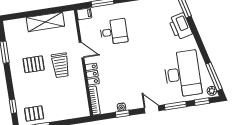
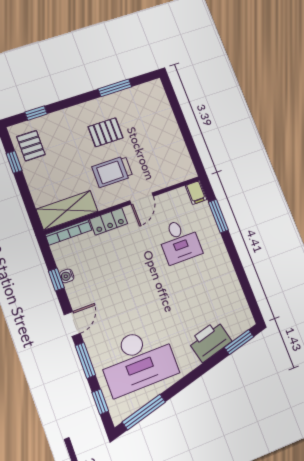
shelving: (45, 22) -> (67, 210), moved, turned 90
pallet: (34, 64) -> (106, 132), turned 90
plant: (212, 91) -> (120, 414), removed

